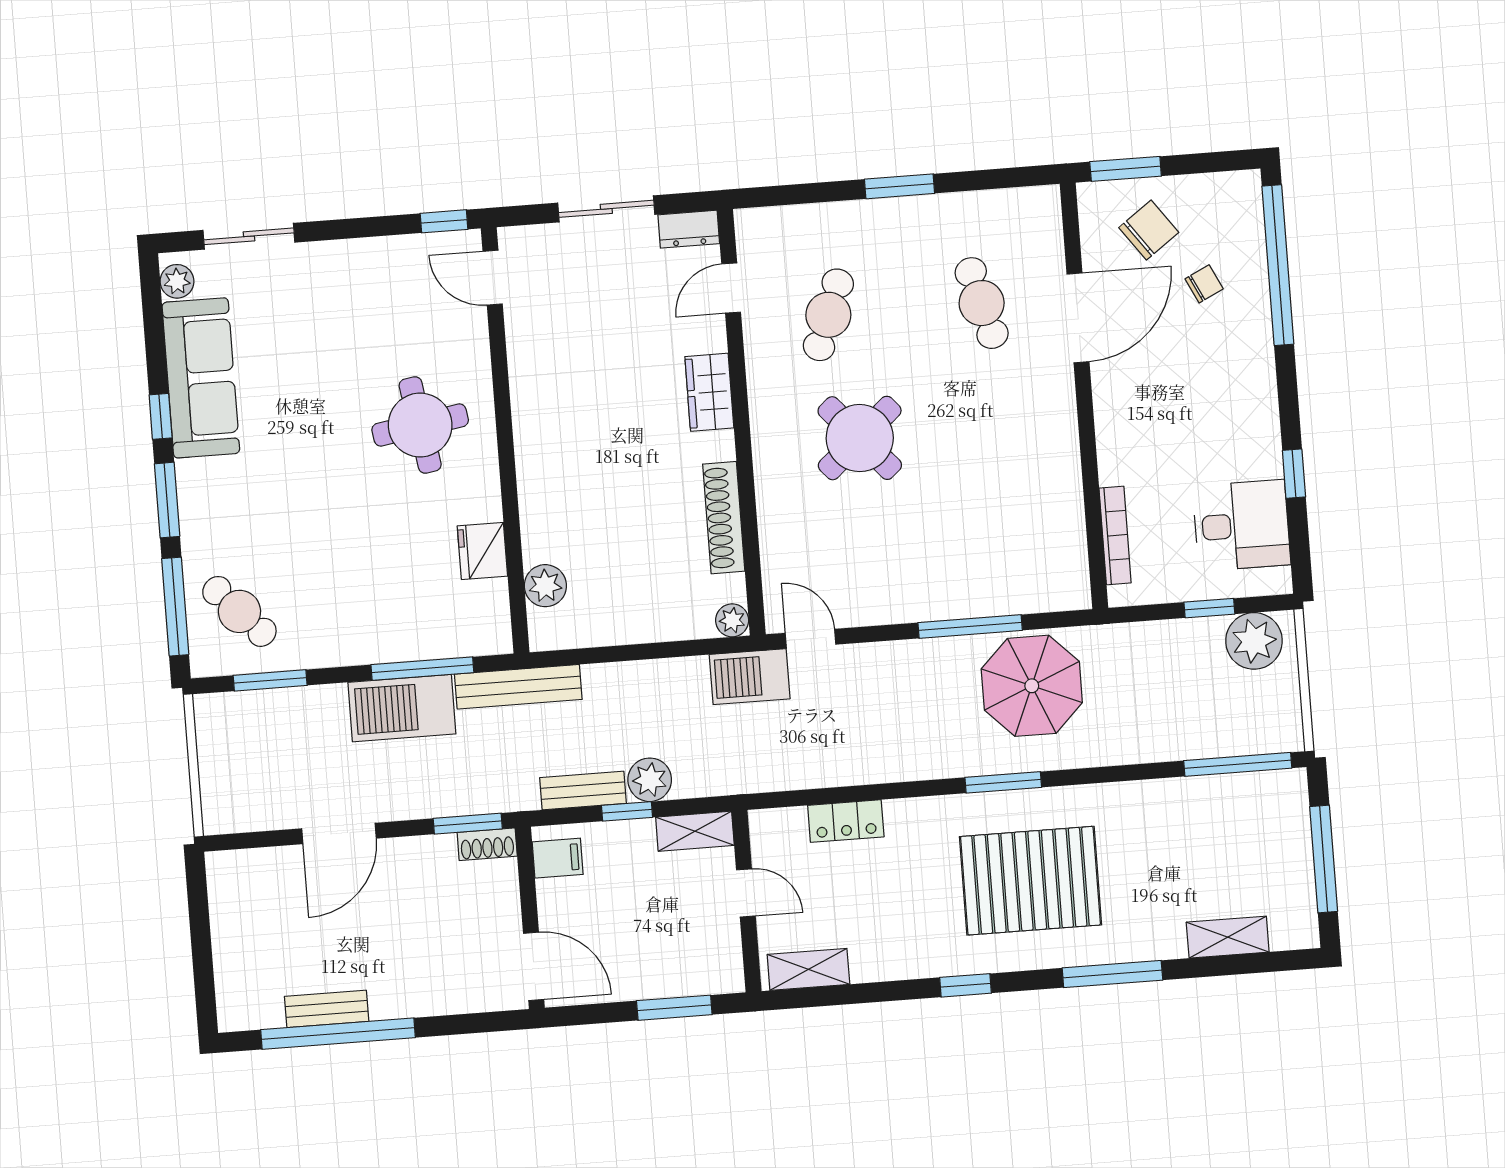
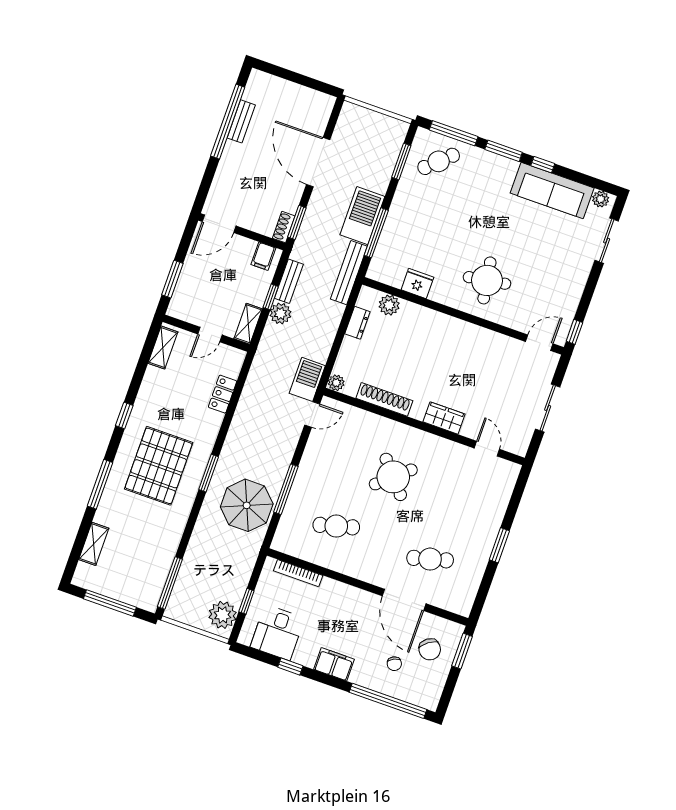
dresser: (689, 229) -> (357, 323), moved, turned 180
cafe table: (828, 315) -> (336, 526), moved, turned -36
filing cabinet: (1254, 395) -> (334, 664), added
door: (339, 833) -> (318, 162), width x1.36

